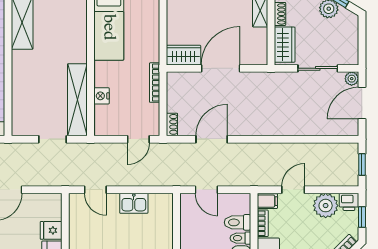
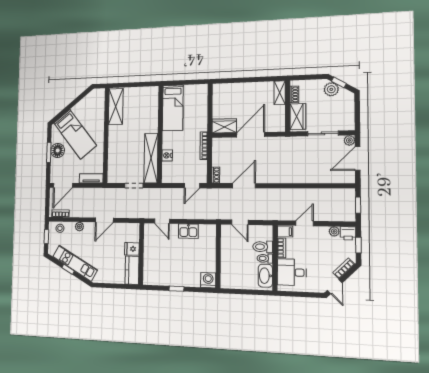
plant: (326, 206) -> (334, 231), width x0.53, depth x0.53

